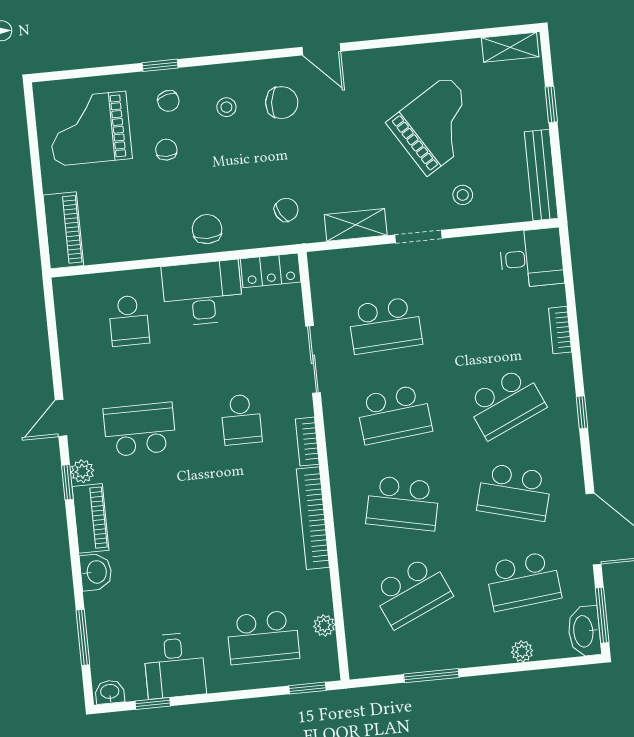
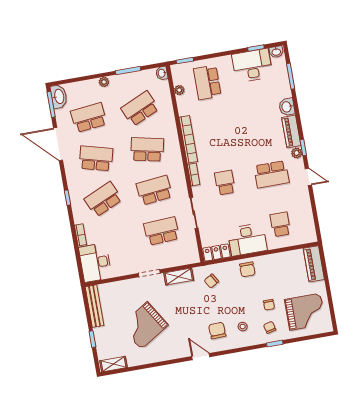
chair: (282, 103) -> (217, 331), turned 81
stool: (463, 195) -> (130, 294), removed
desk: (532, 258) -> (95, 263), width x1.37
door: (61, 418) -> (308, 177), hinge flipped
school desk: (263, 637) -> (207, 82), turned -90
plant: (522, 651) -> (104, 82), moved
desk: (175, 665) -> (252, 65), width x1.37
washbasin: (359, 665) -> (162, 73), added

